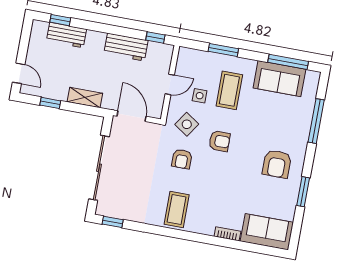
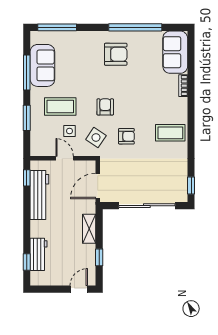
workbench: (126, 47) -> (39, 195), width x1.37
window: (288, 62) -> (27, 73), moved
window: (316, 121) -> (57, 27), moved
window: (303, 192) -> (135, 27), width x2.11

